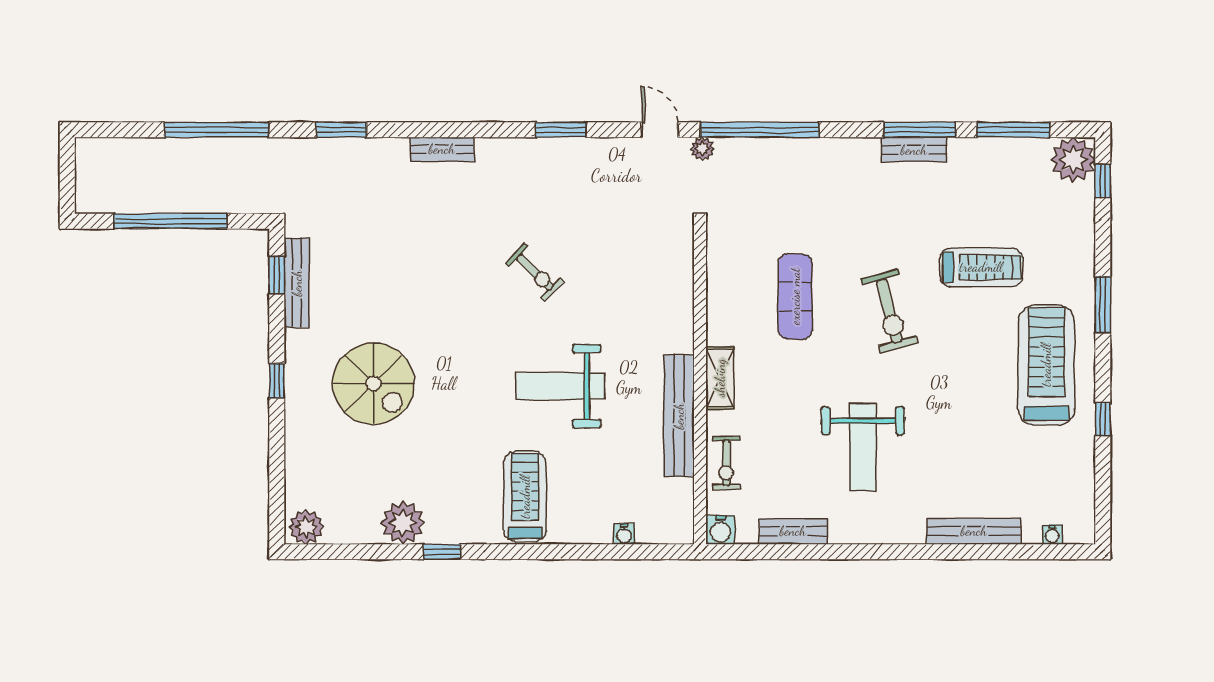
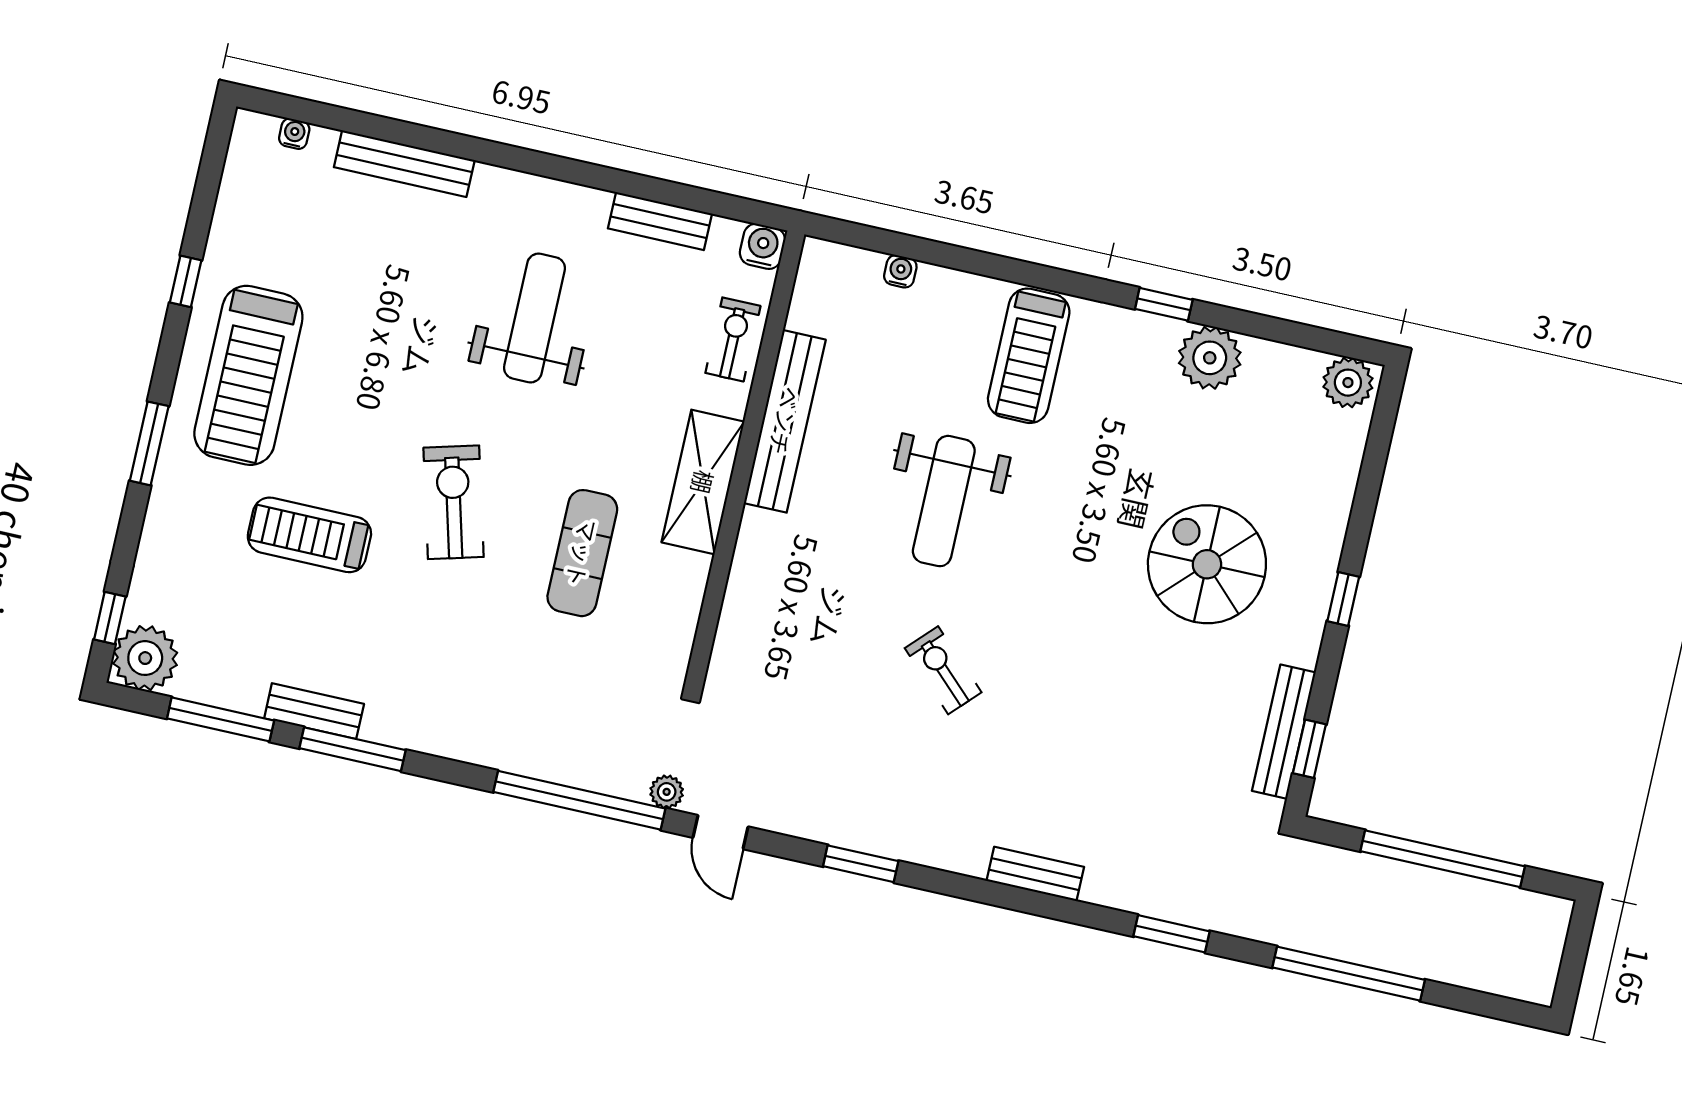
bench: (914, 150) -> (314, 711), moved
shelving: (720, 378) -> (703, 482), width x1.50, depth x1.33
weight bench: (560, 386) -> (944, 501), turned 90

